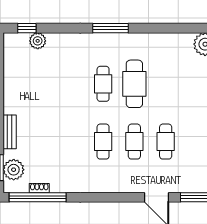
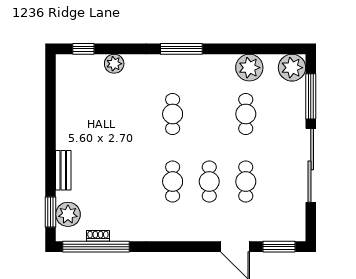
plant: (38, 41) -> (114, 64), moved
plant: (169, 44) -> (249, 68), added
cafe table: (134, 84) -> (246, 114), moved, width x0.73, depth x0.74

